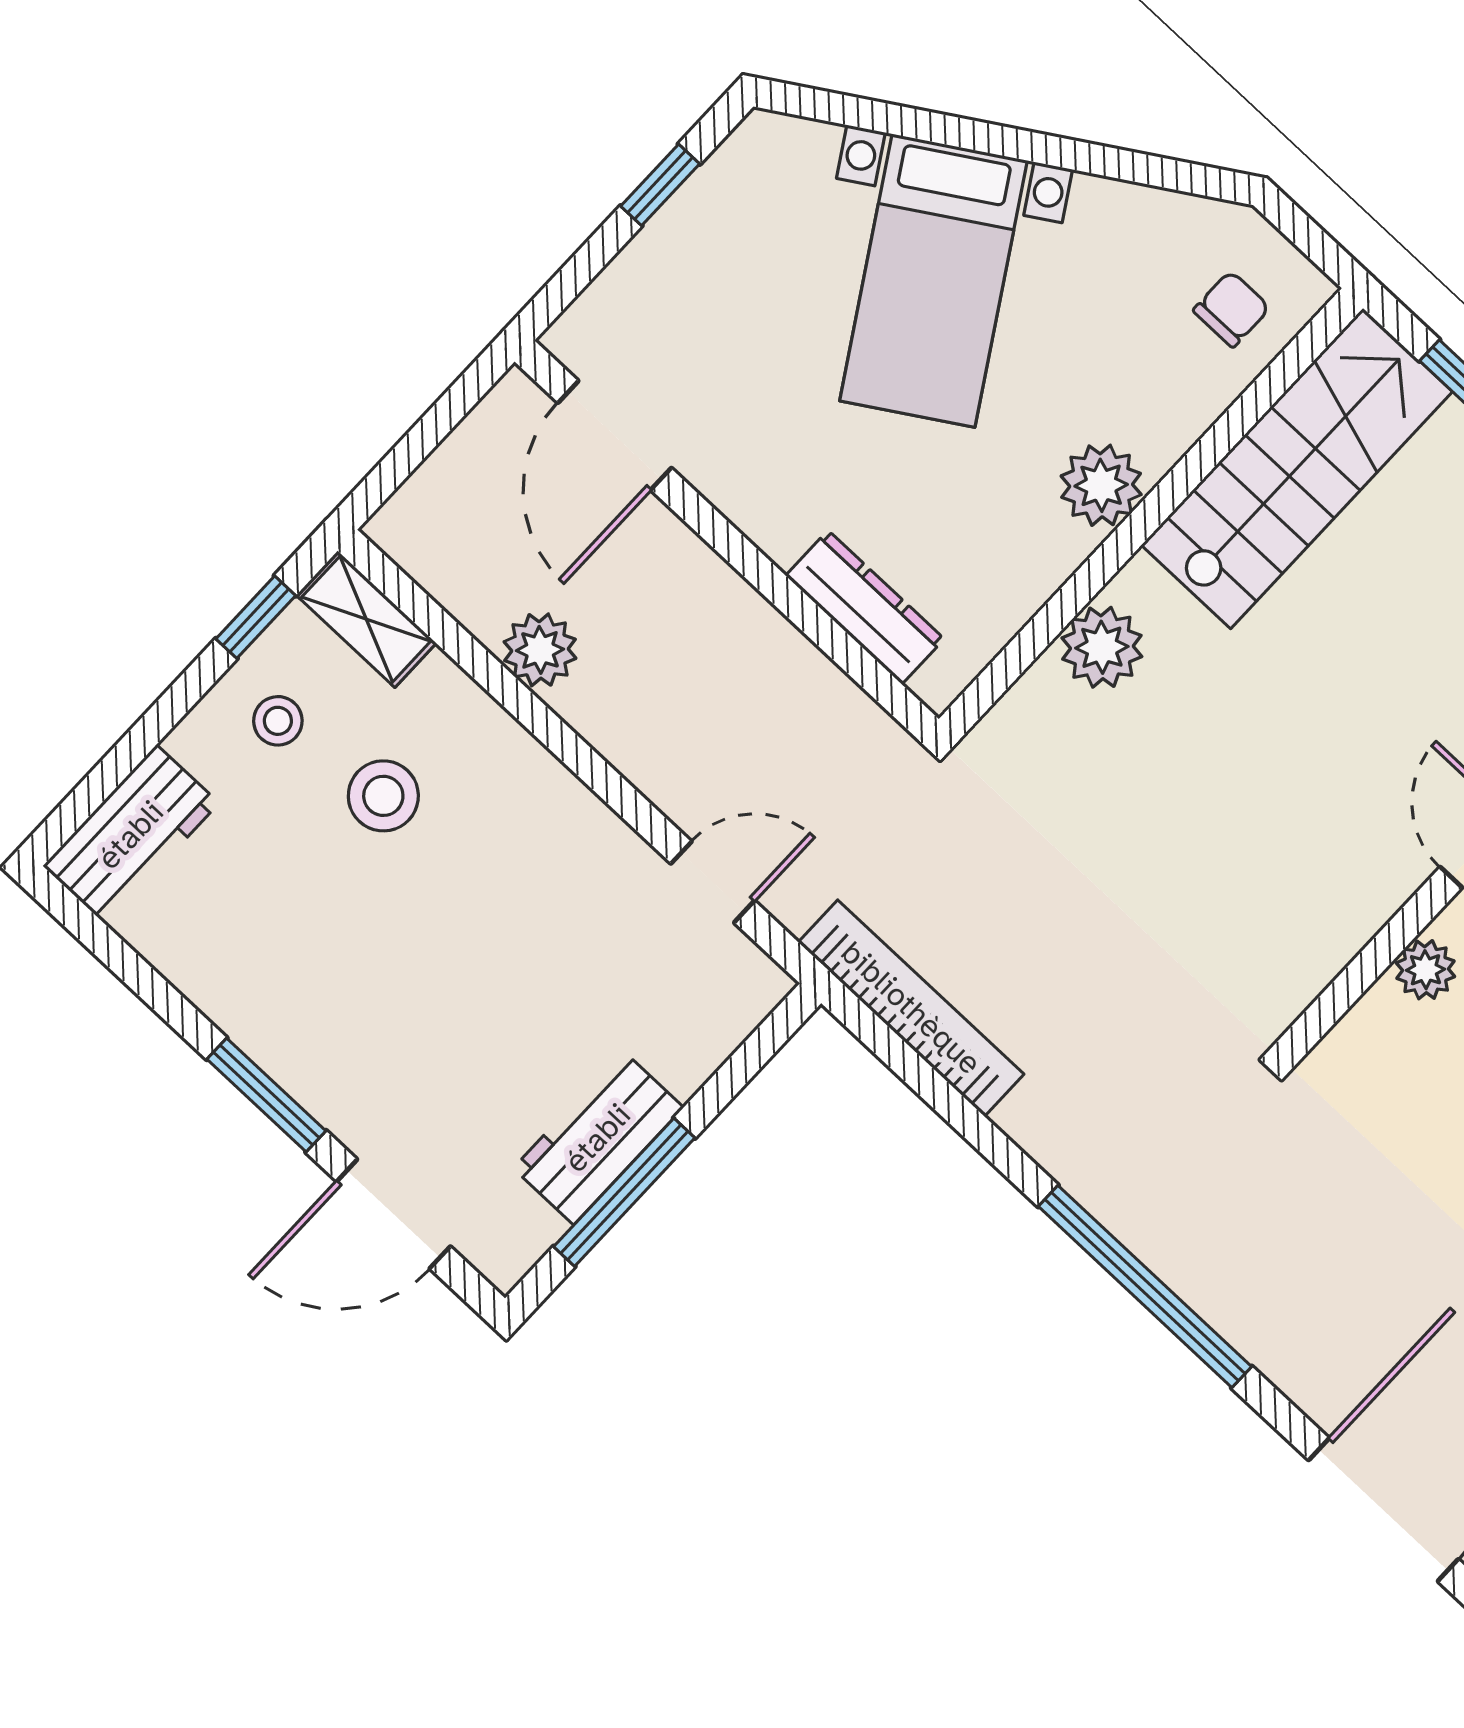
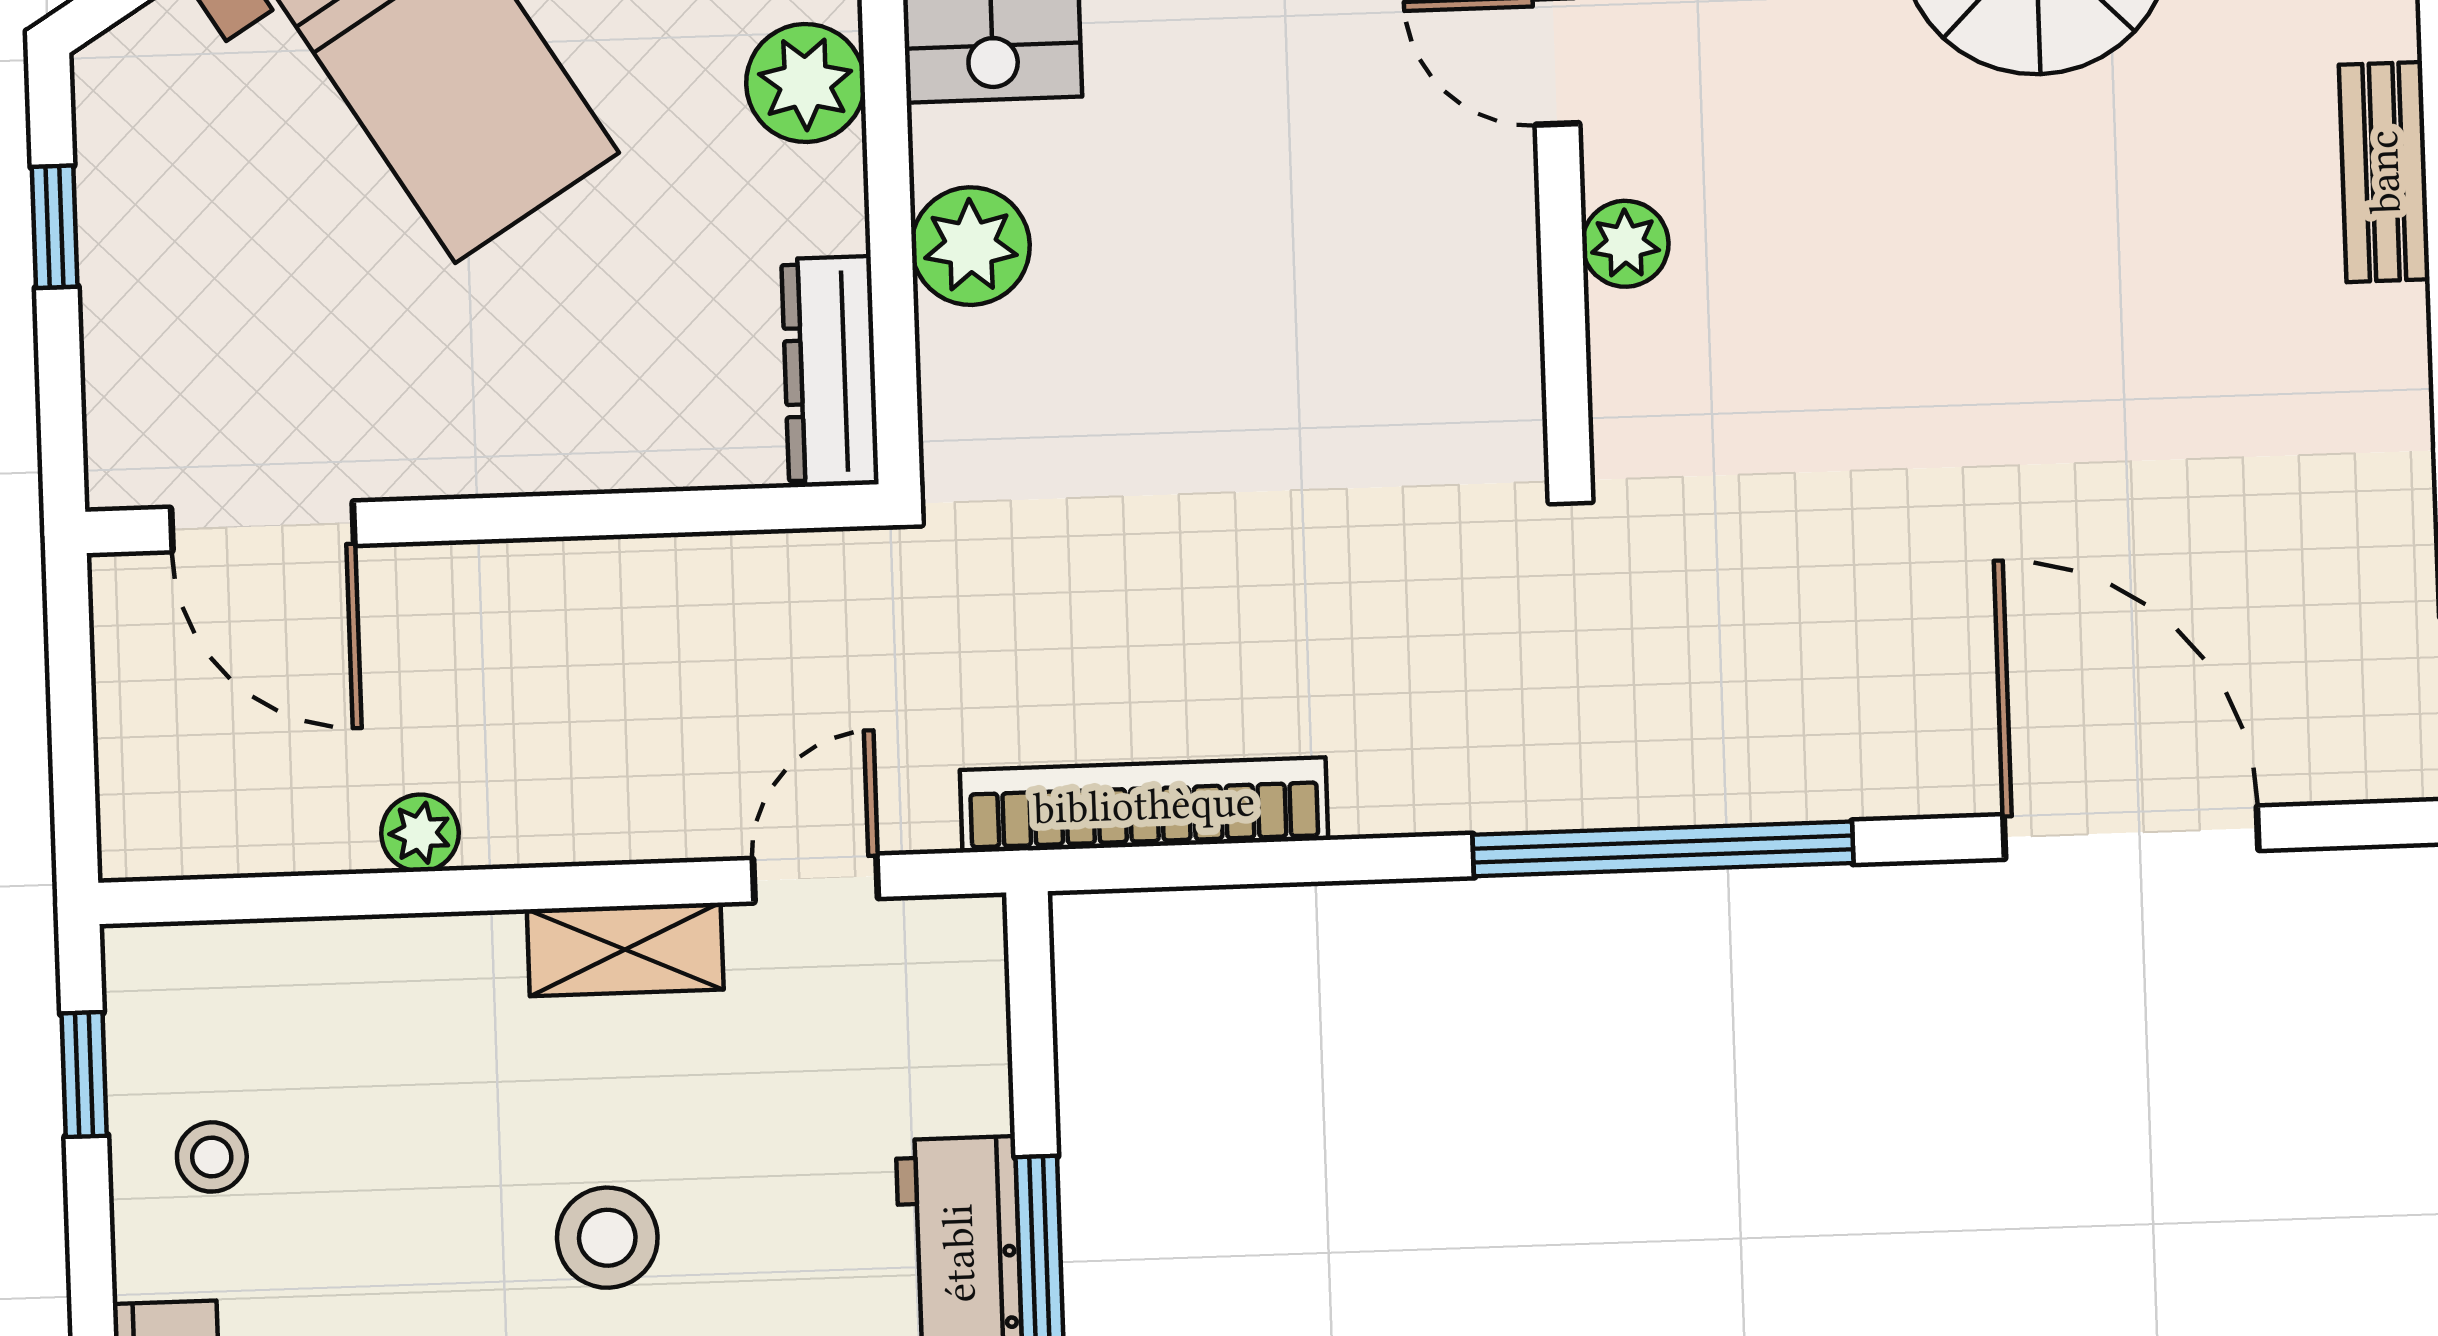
dresser: (865, 607) -> (830, 372), moved, turned -90
shelving: (366, 619) -> (625, 949), moved
plant: (540, 650) -> (420, 833), width x0.73, depth x0.73
stool: (383, 796) -> (607, 1238), moved

